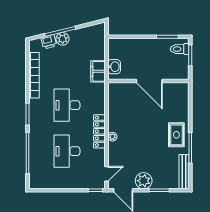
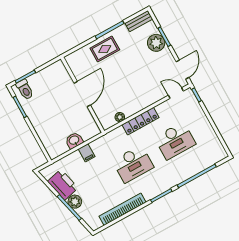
printer: (49, 42) -> (63, 185), moved, width x1.87, depth x1.48
filing cabinet: (98, 71) -> (87, 153), width x0.50
wall: (148, 81) -> (83, 95), moved
door: (149, 81) -> (82, 94), moved
plant: (112, 137) -> (120, 117), moved
bench: (184, 172) -> (139, 21), width x0.73
plant: (144, 181) -> (156, 43), moved

